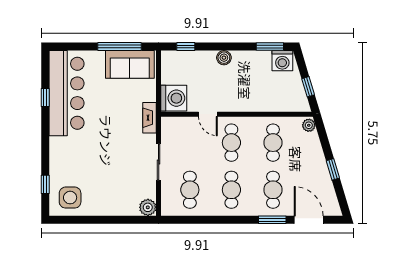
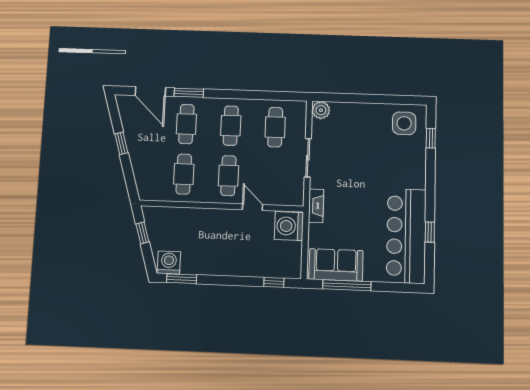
boiler: (224, 58) -> (232, 268), removed
plant: (309, 125) -> (144, 191), removed

